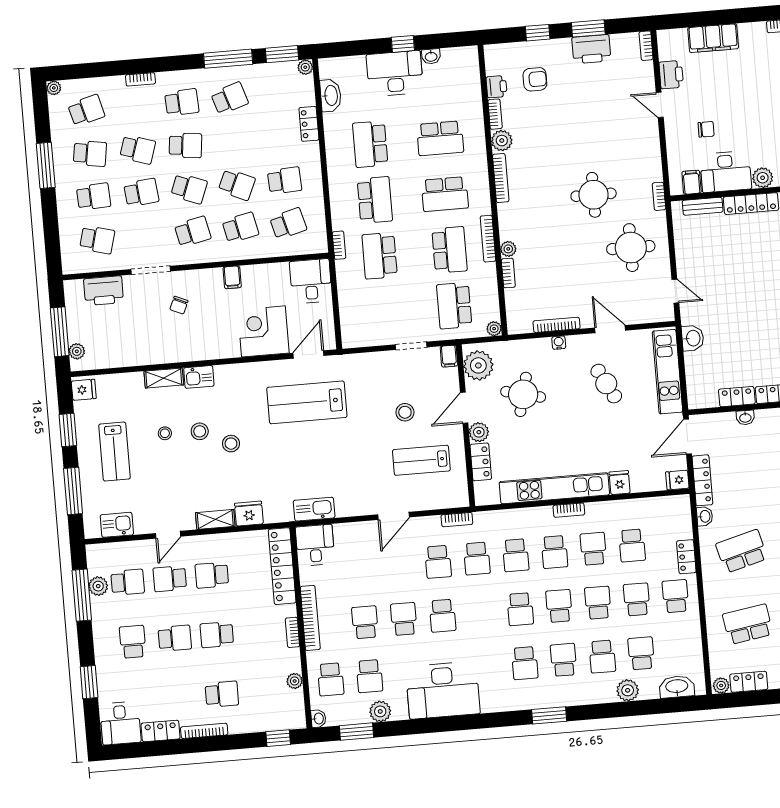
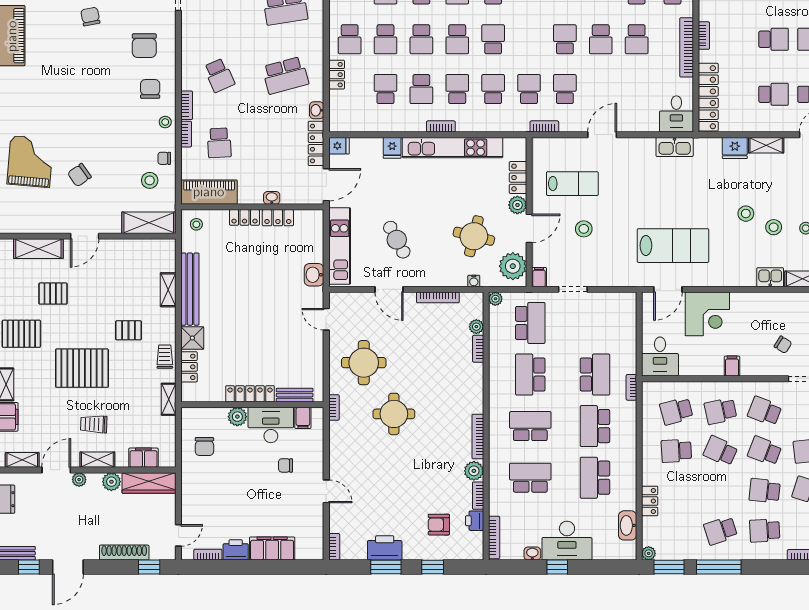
printer: (671, 75) -> (236, 550), moved, turned 90
school desk: (370, 144) -> (595, 478), turned 180
school desk: (193, 232) -> (765, 411), turned 33
bookcase: (488, 239) -> (494, 537), moved
plant: (508, 249) -> (476, 327), moved
chair: (179, 305) -> (783, 345), turned 98
water cooler: (559, 343) -> (474, 281), moved

